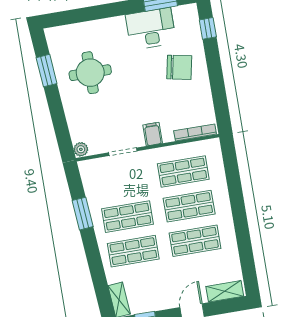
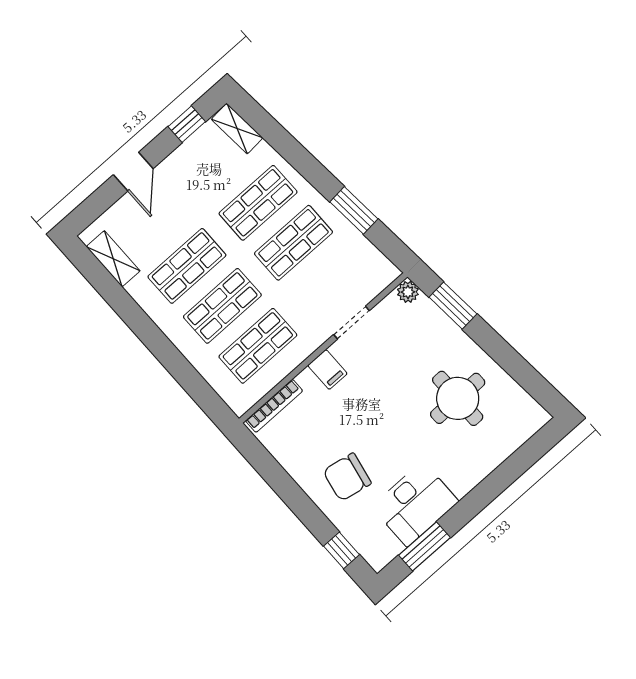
window: (47, 71) -> (453, 306), moved
shelving: (225, 291) -> (113, 259), moved, turned 90

